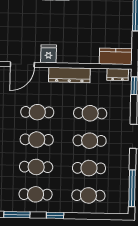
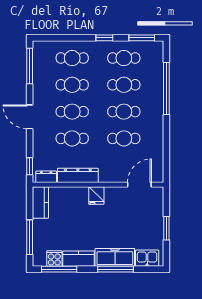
fridge: (49, 54) -> (96, 196), moved
kitchen counter: (116, 56) -> (40, 203), moved, turned -90
dresser: (69, 75) -> (78, 175), moved

